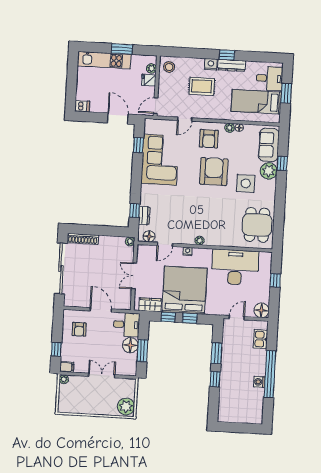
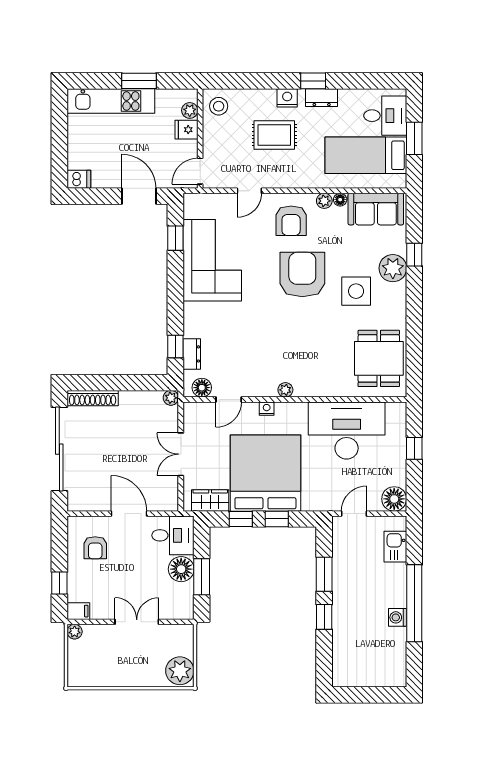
dresser: (232, 65) -> (322, 98), width x0.70
sofa: (269, 145) -> (376, 209), moved, turned -90

